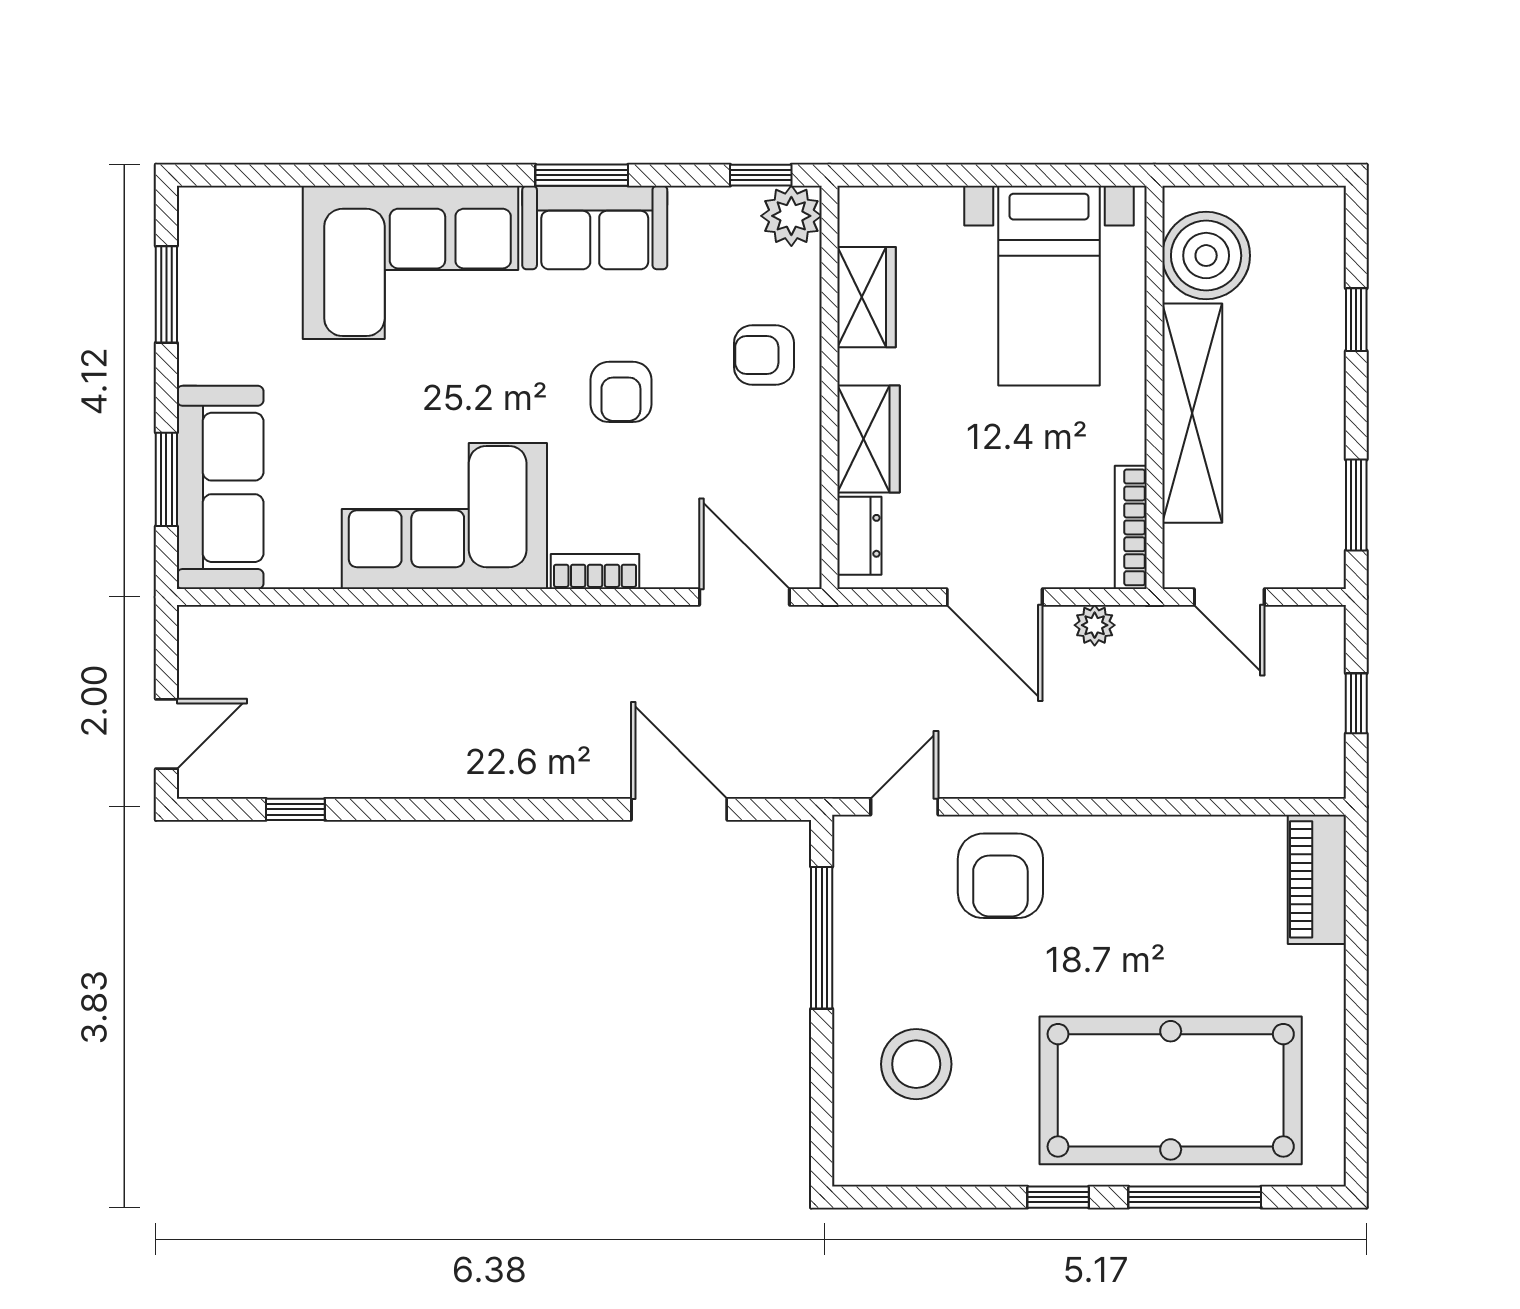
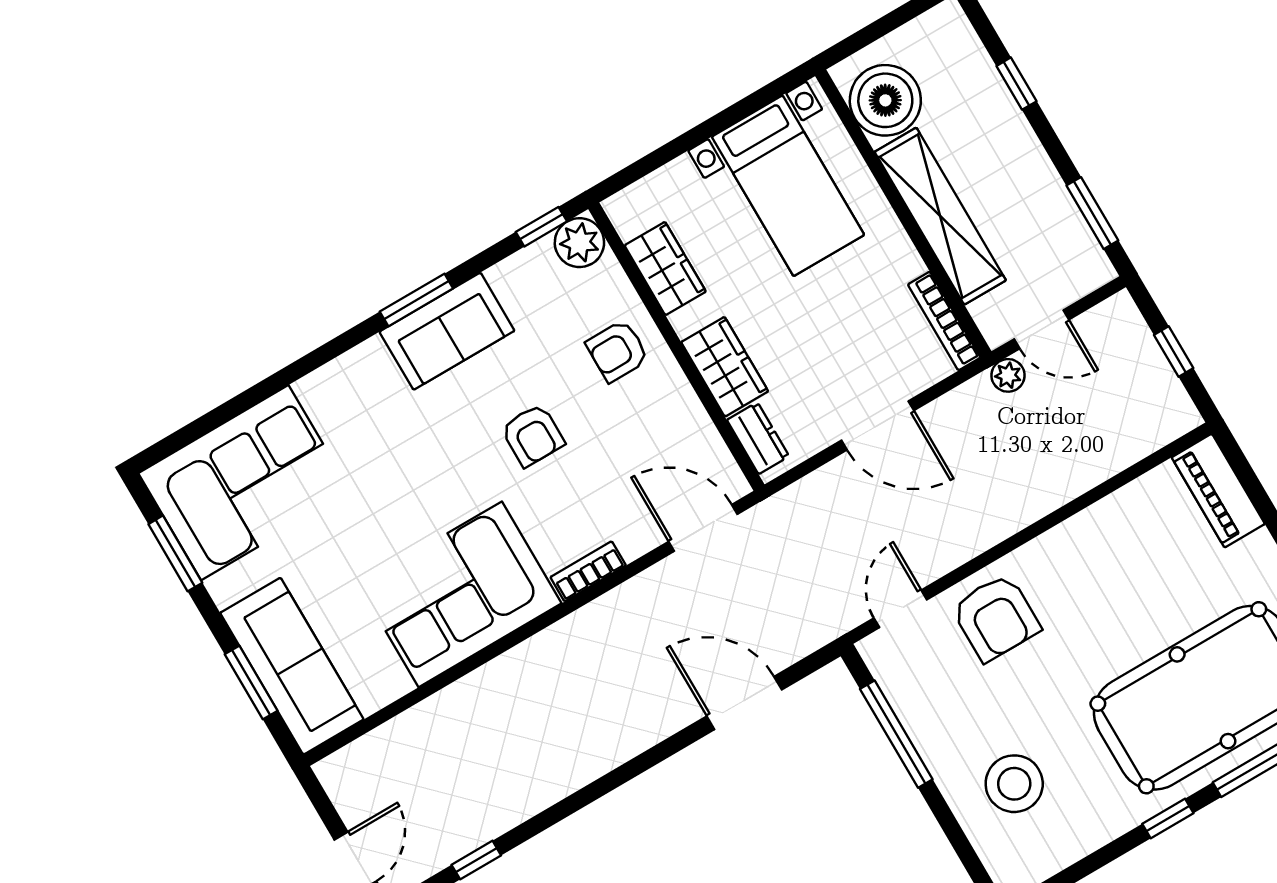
corner sofa: (410, 262) -> (245, 483), moved
plant: (1095, 625) -> (1008, 375), moved

